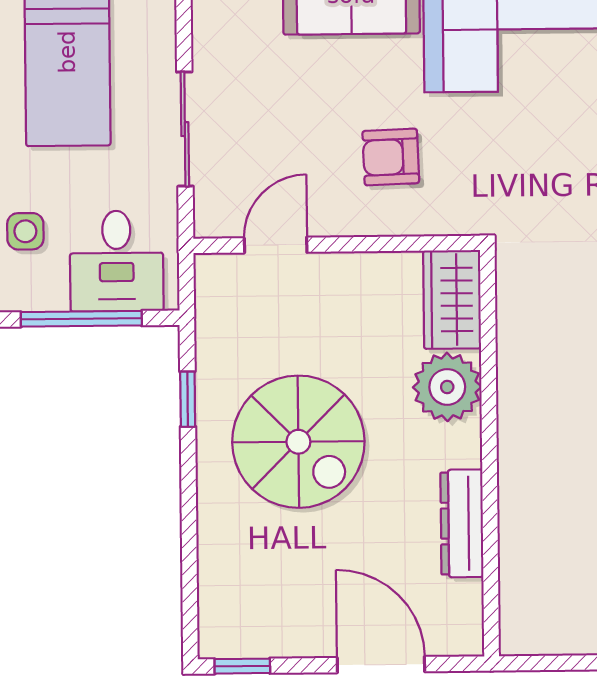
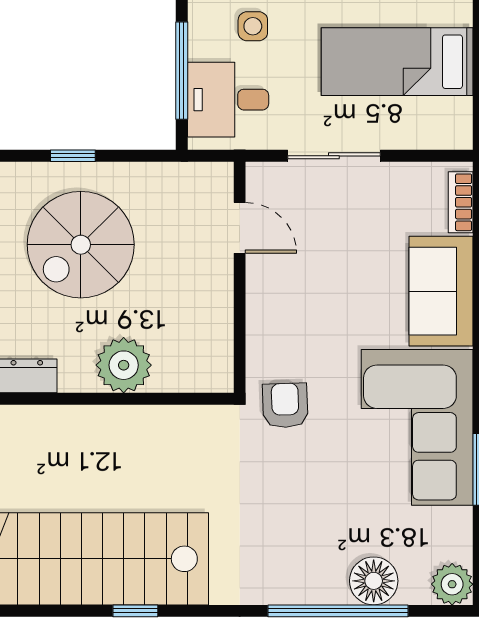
armchair: (391, 157) -> (285, 405), moved
wardrobe: (452, 300) -> (194, 370), removed
window: (188, 399) -> (73, 156), moved

